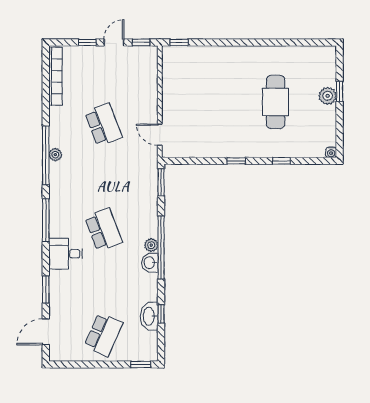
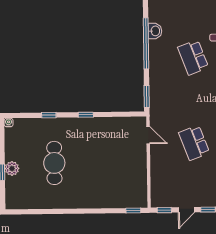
plant: (151, 245) -> (154, 45), removed

